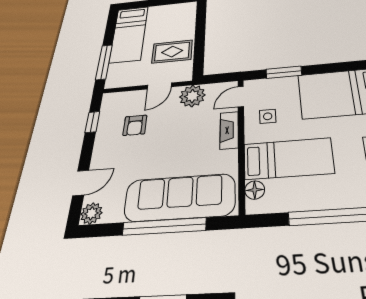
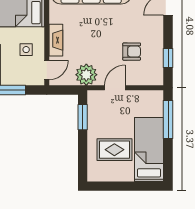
rug: (172, 52) -> (114, 150), moved
window: (199, 55) -> (83, 117), added
armchair: (135, 125) -> (132, 52), turned 90

